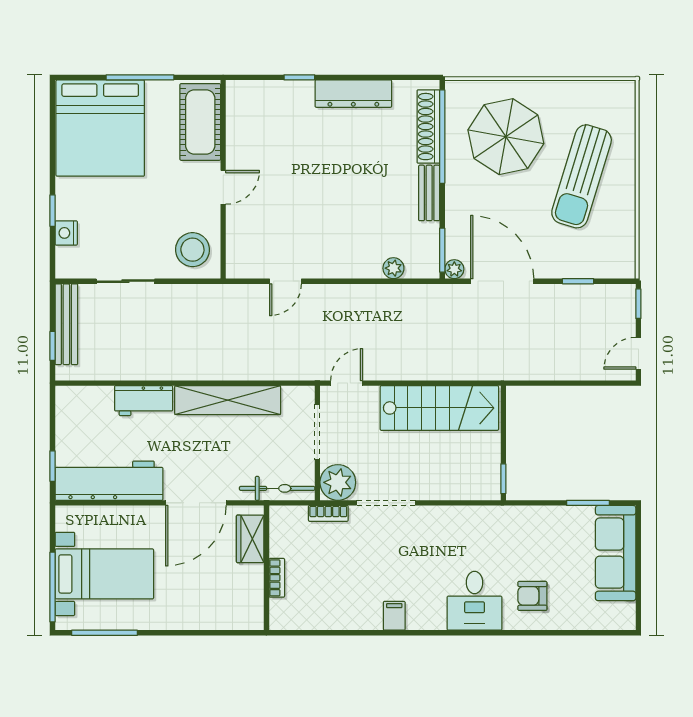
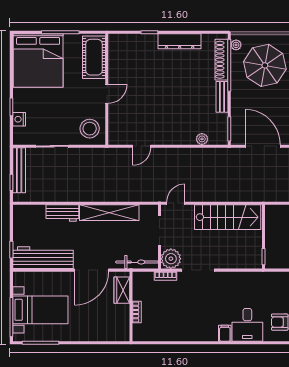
plant: (454, 269) -> (236, 45), moved
filing cabinet: (394, 616) -> (225, 333), moved

